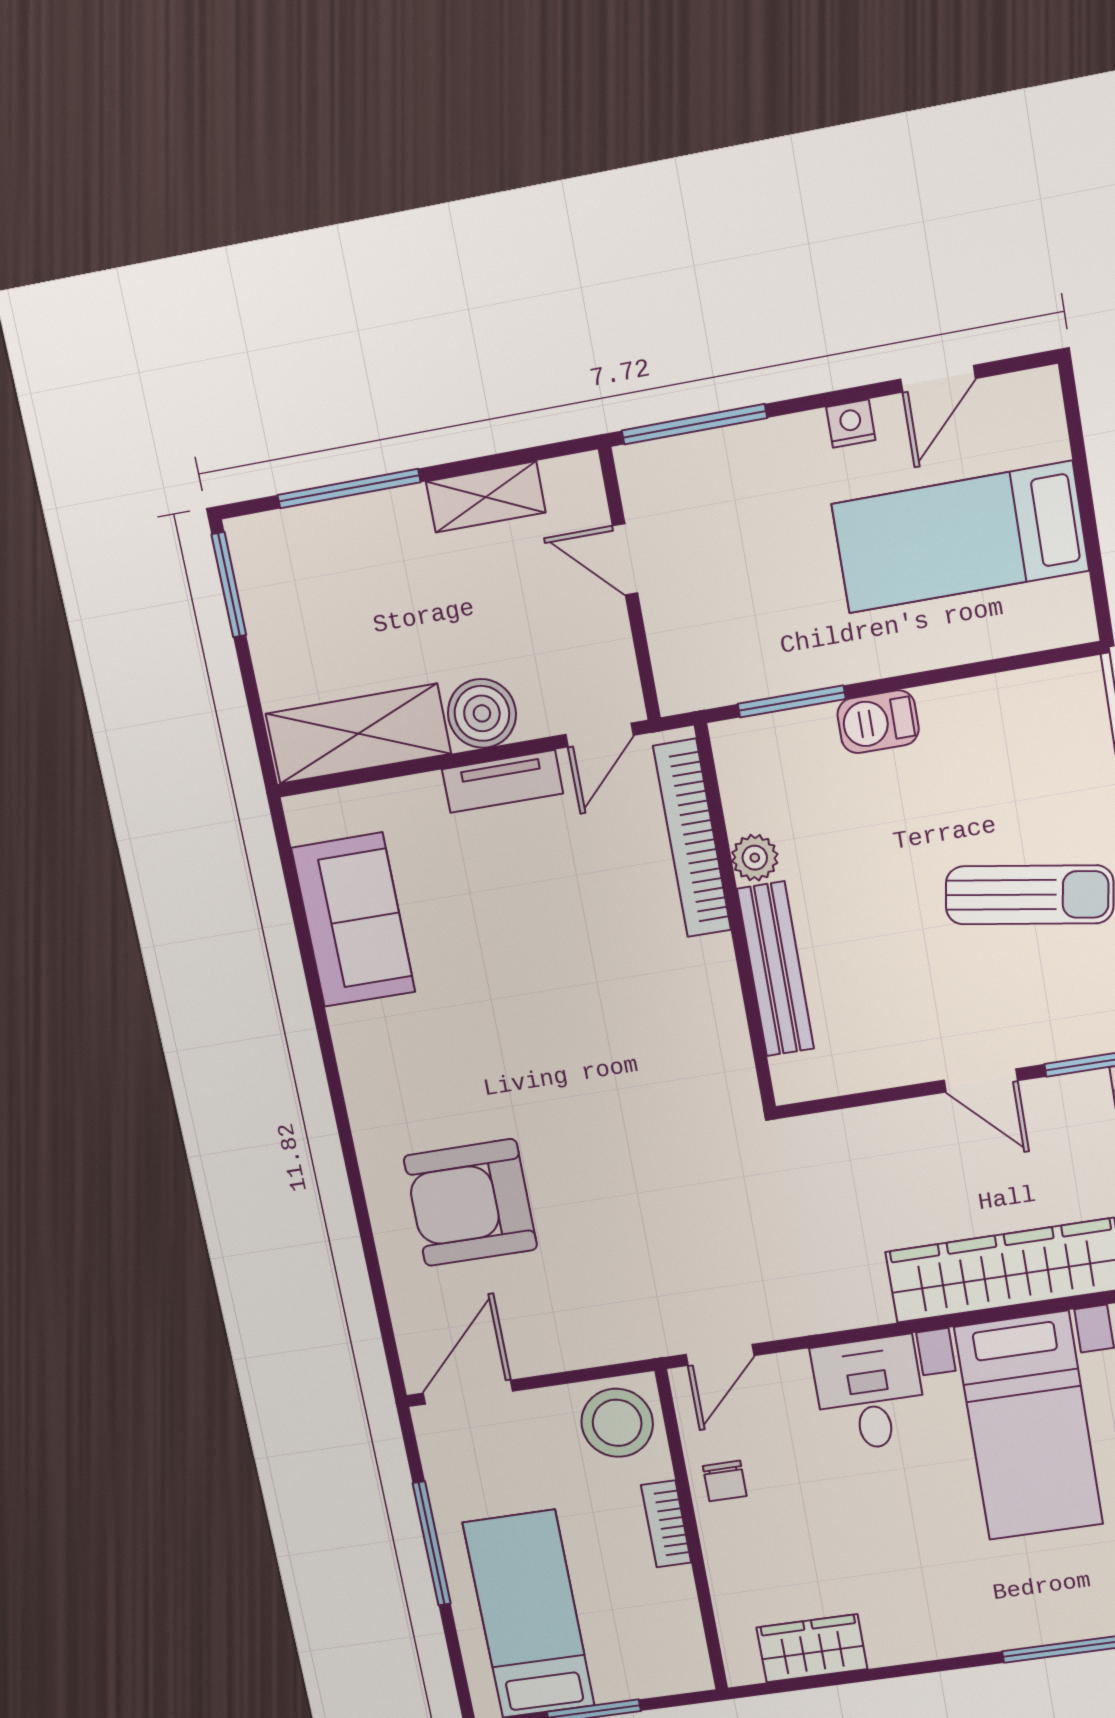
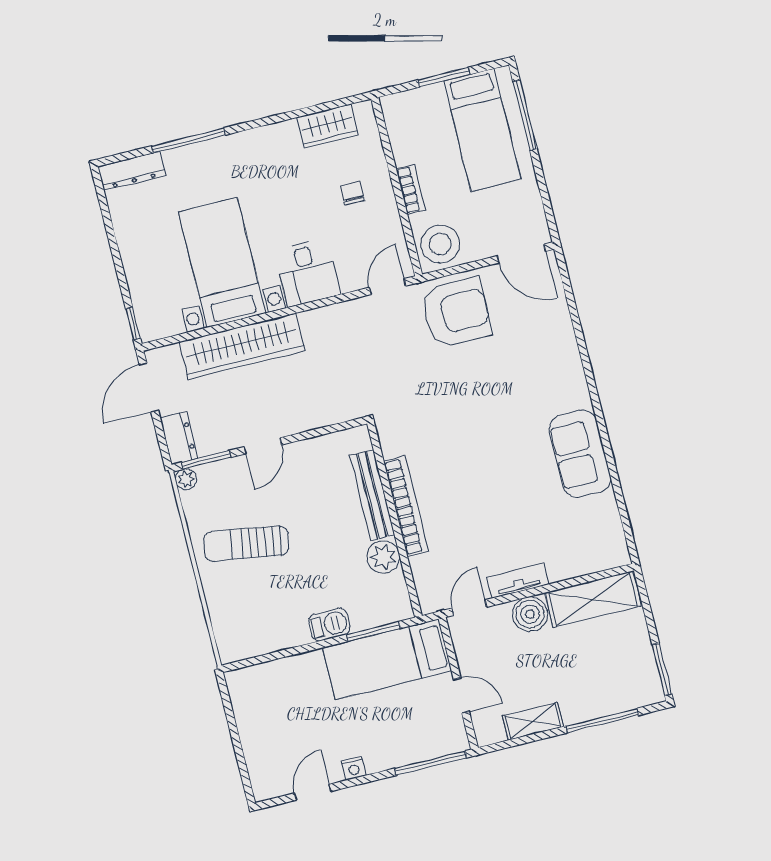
bed: (960, 537) -> (387, 659), moved, turned 180
bookcase: (692, 838) -> (406, 506), moved
plant: (755, 858) -> (383, 557), width x1.38, depth x1.38
sofa: (353, 920) -> (580, 454), moved
door: (981, 1080) -> (263, 446), swing flipped
armchair: (470, 1203) -> (456, 313), moved
door: (468, 1392) -> (521, 254), hinge flipped
chair: (725, 1481) -> (352, 193), moved
window: (432, 1544) -> (525, 115), moved

